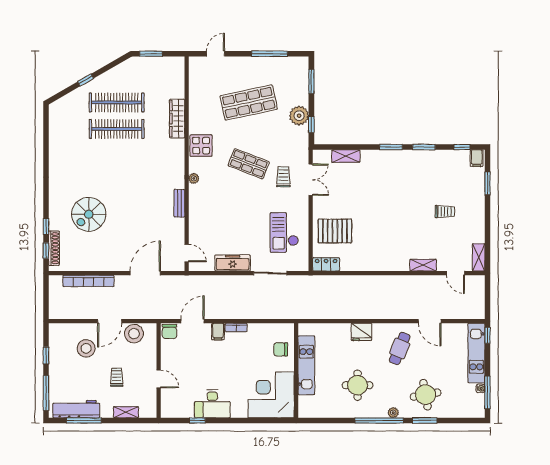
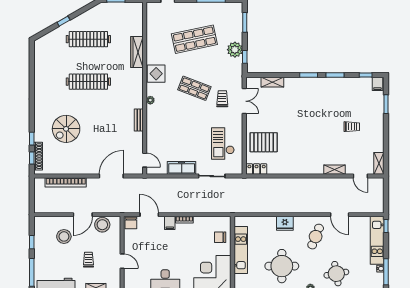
clothes rail: (117, 129) -> (88, 82), moved
door: (192, 321) -> (149, 215), hinge flipped
round table: (358, 385) -> (282, 266), width x1.36, depth x1.36

